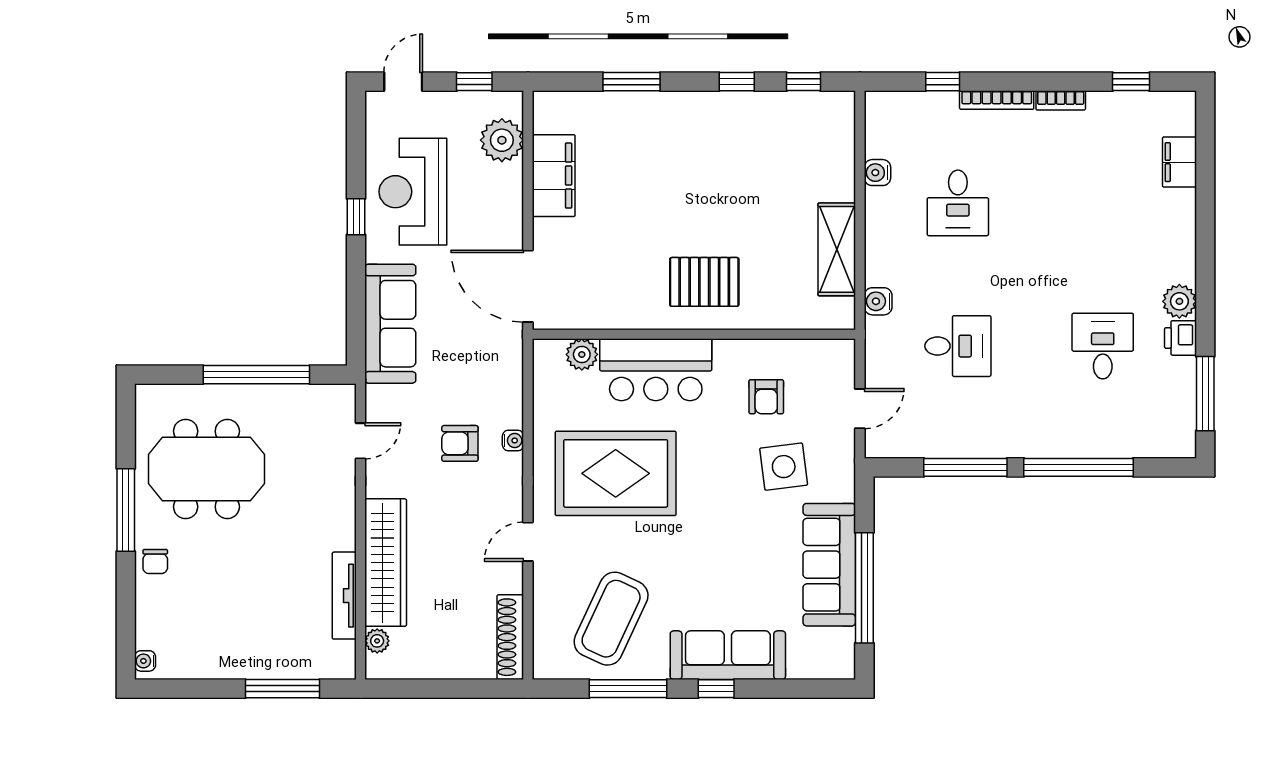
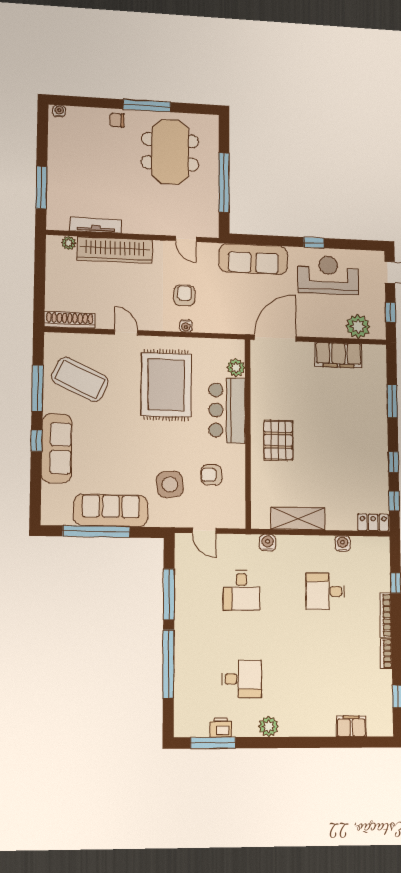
locker: (841, 119) -> (373, 523), added
printer: (1180, 338) -> (221, 727), moved

